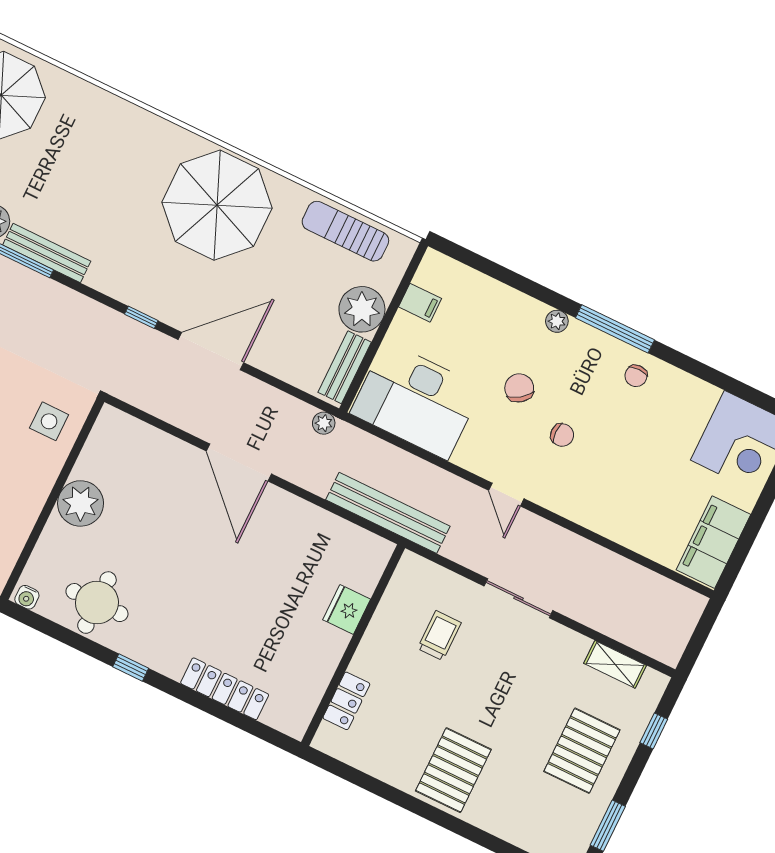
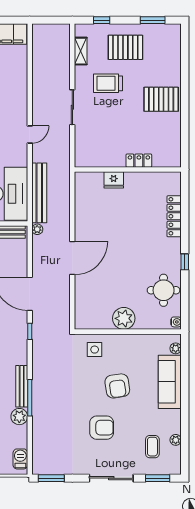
bench: (388, 513) -> (39, 193), moved
trolley: (439, 636) -> (108, 83), moved, width x1.36, depth x1.39
locker: (346, 701) -> (139, 161), moved

